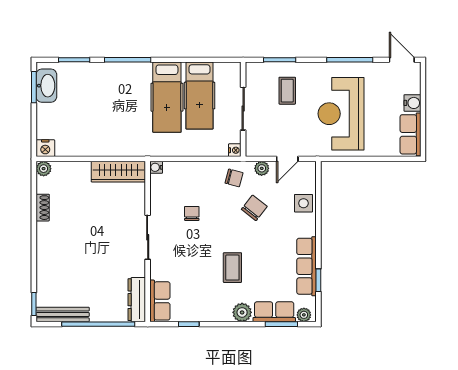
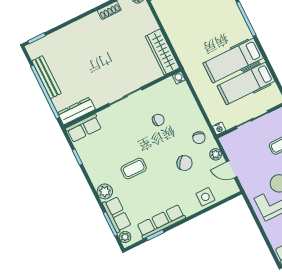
bench: (63, 314) -> (46, 77), moved

